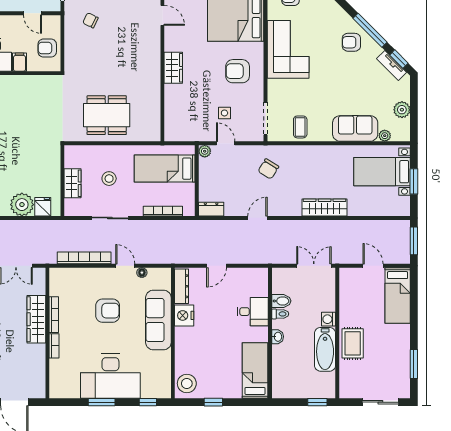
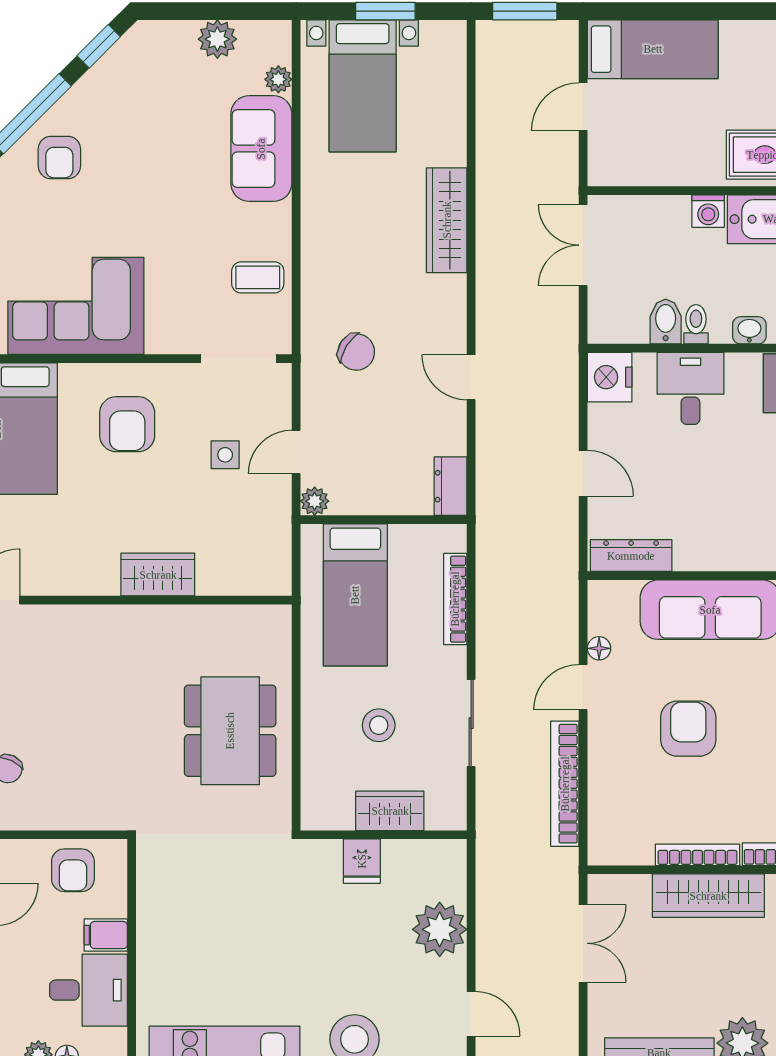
tv unit: (392, 65) -> (114, 63), removed
wardrobe: (173, 68) -> (158, 575), moved
fridge: (43, 207) -> (362, 861), moved, turned -90
nightstand: (184, 315) -> (610, 377), moved, turned 90

